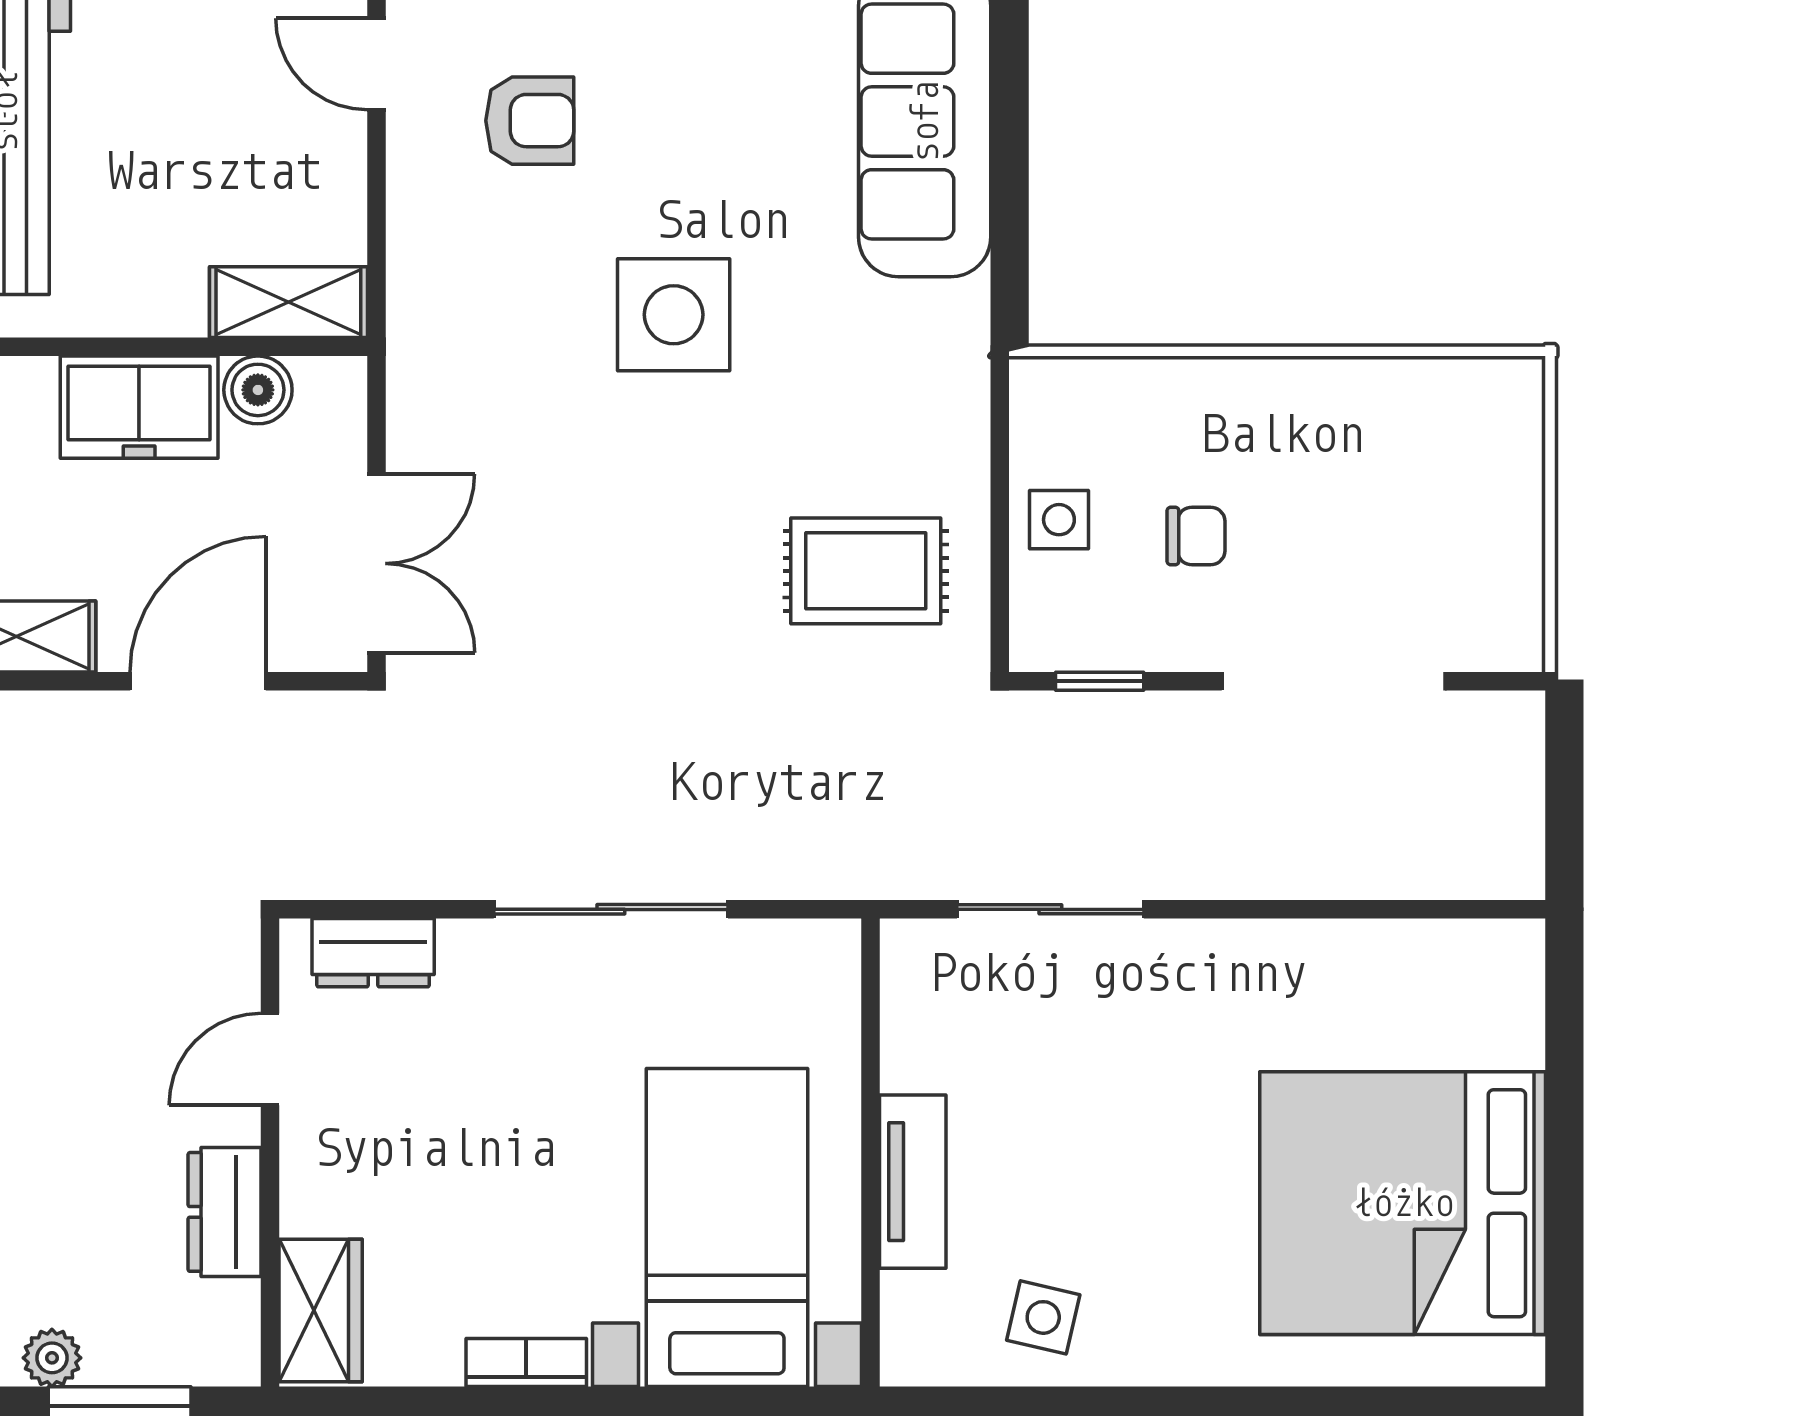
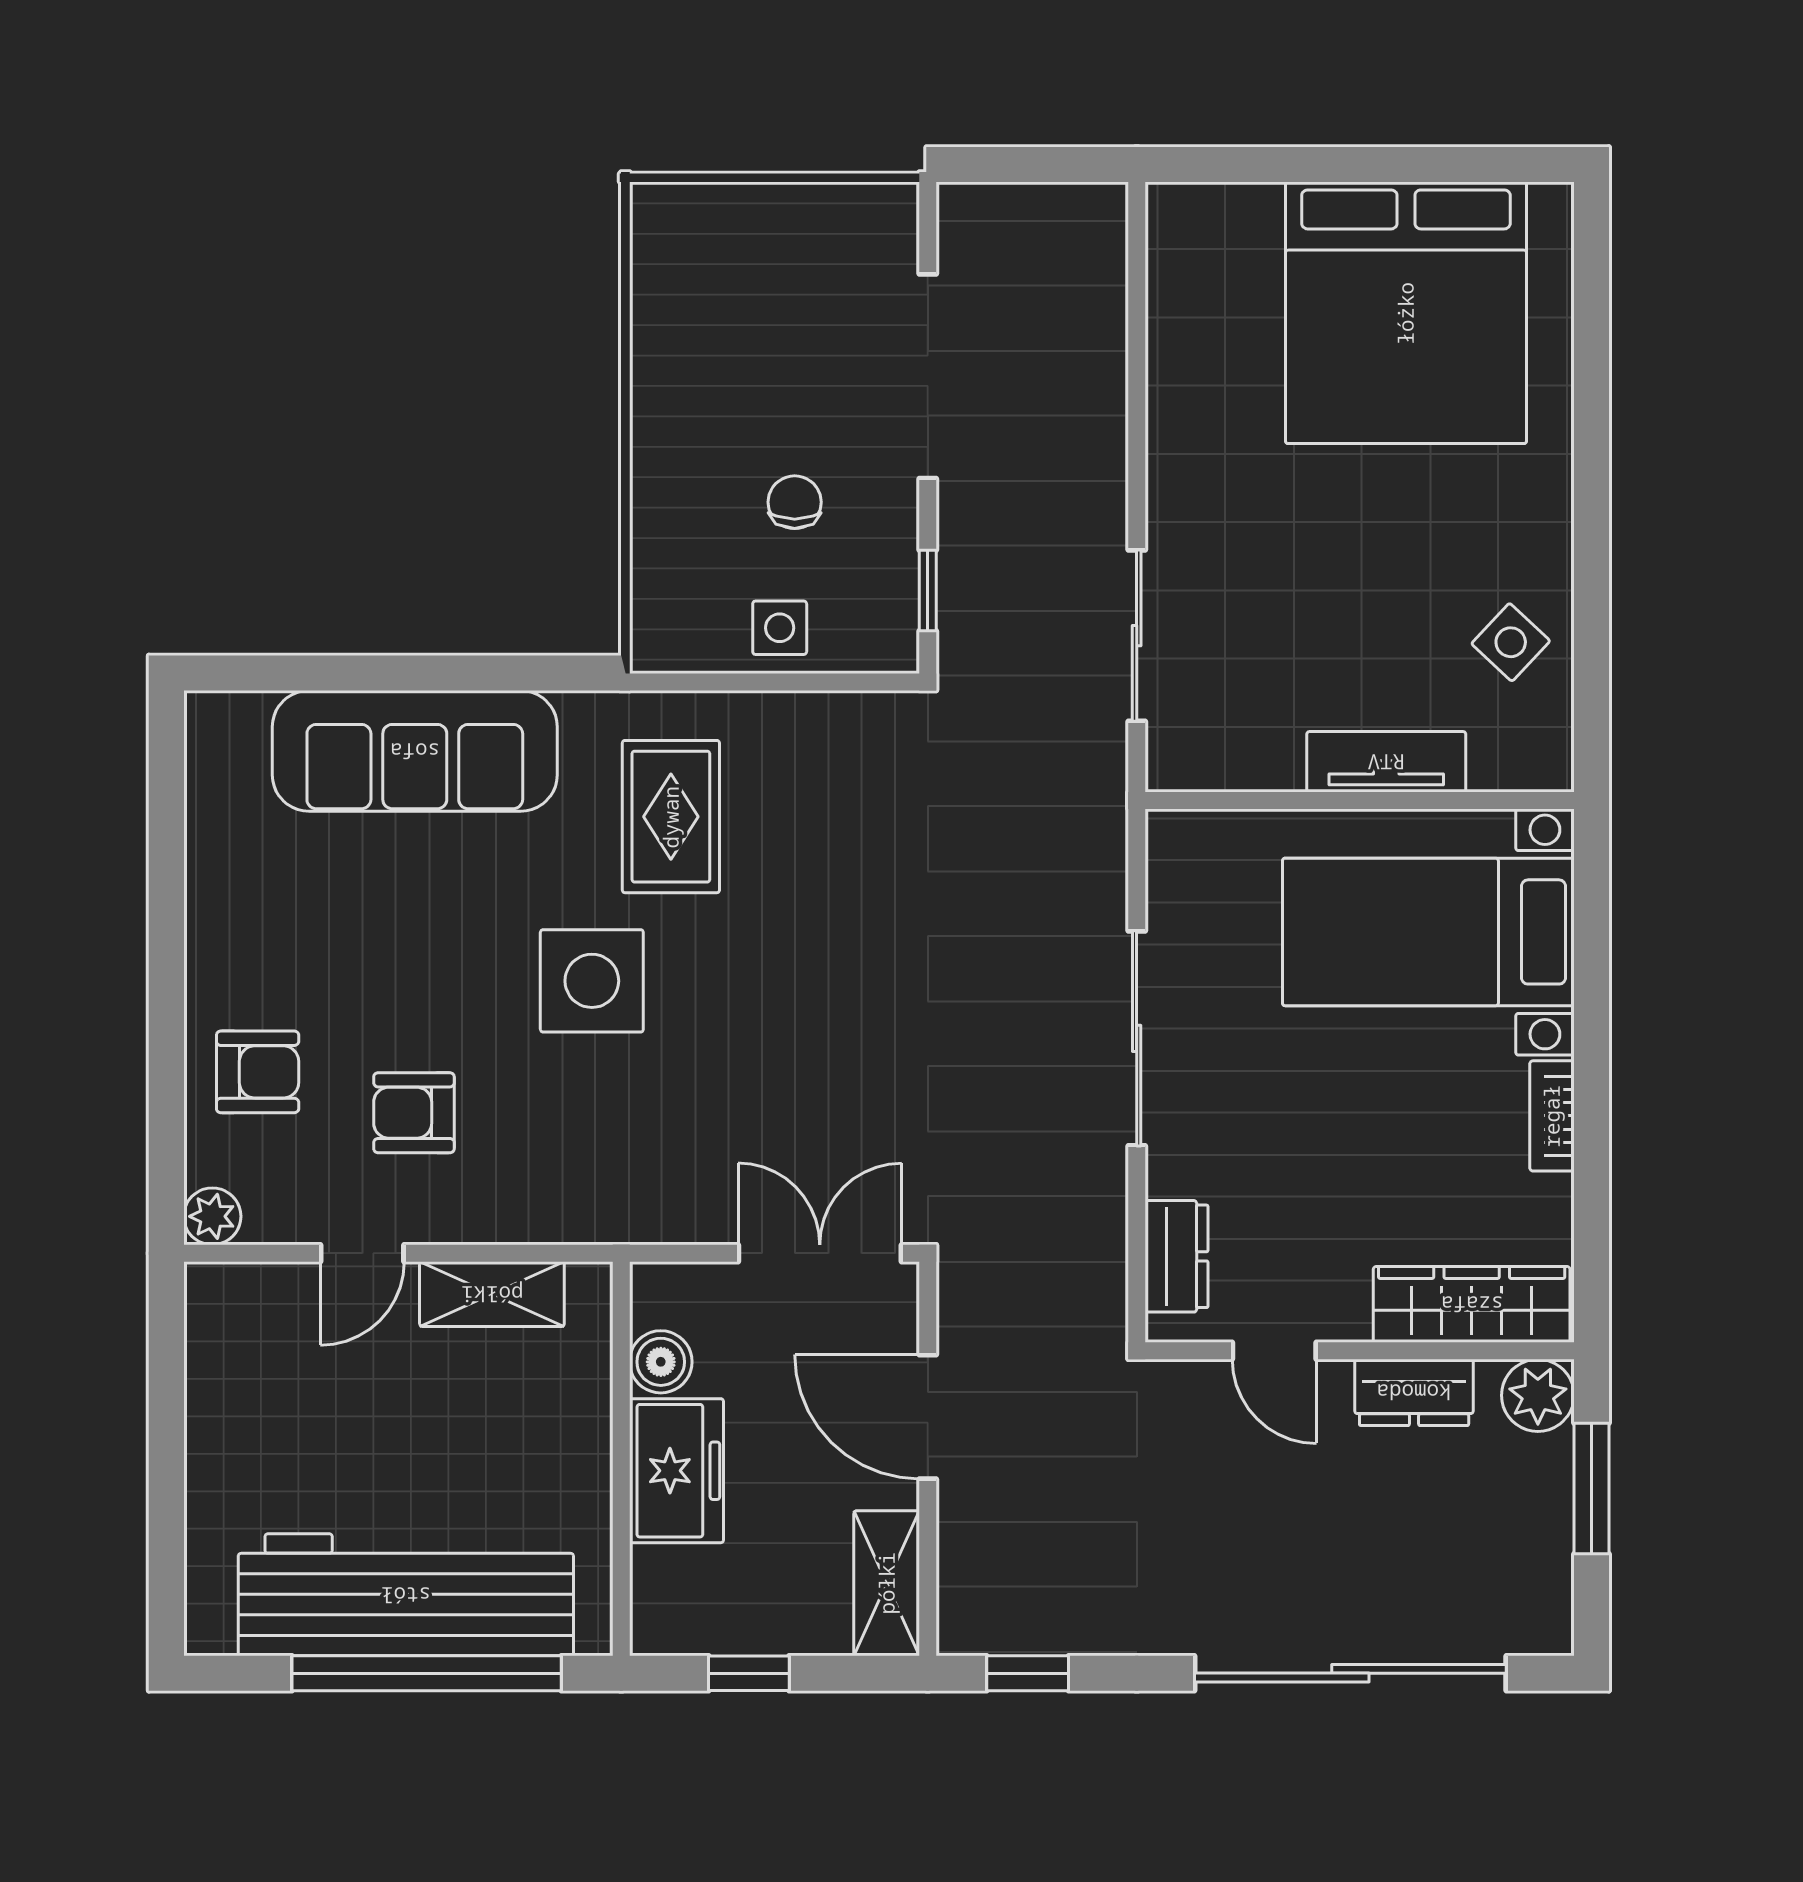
armchair: (530, 121) -> (414, 1113), turned -90
shelving: (288, 302) -> (492, 1294), moved, turned 90
rug: (866, 571) -> (671, 817), moved
wardrobe: (321, 1311) -> (1472, 1304), width x1.50
side table: (1043, 1317) -> (1511, 642), turned 30
plant: (52, 1358) -> (1538, 1395), moved, width x1.38, depth x1.38

